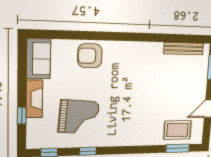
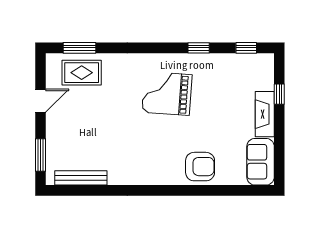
grand piano: (79, 117) -> (167, 94), moved

